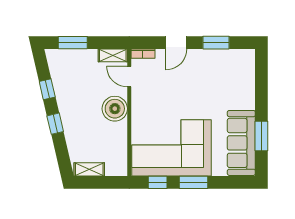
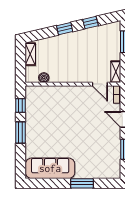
door: (129, 77) -> (100, 84), swing flipped
boiler: (115, 109) -> (44, 78), moved, width x0.54, depth x0.54
window: (261, 136) -> (82, 183), moved
corner sofa: (172, 148) -> (46, 116), removed

